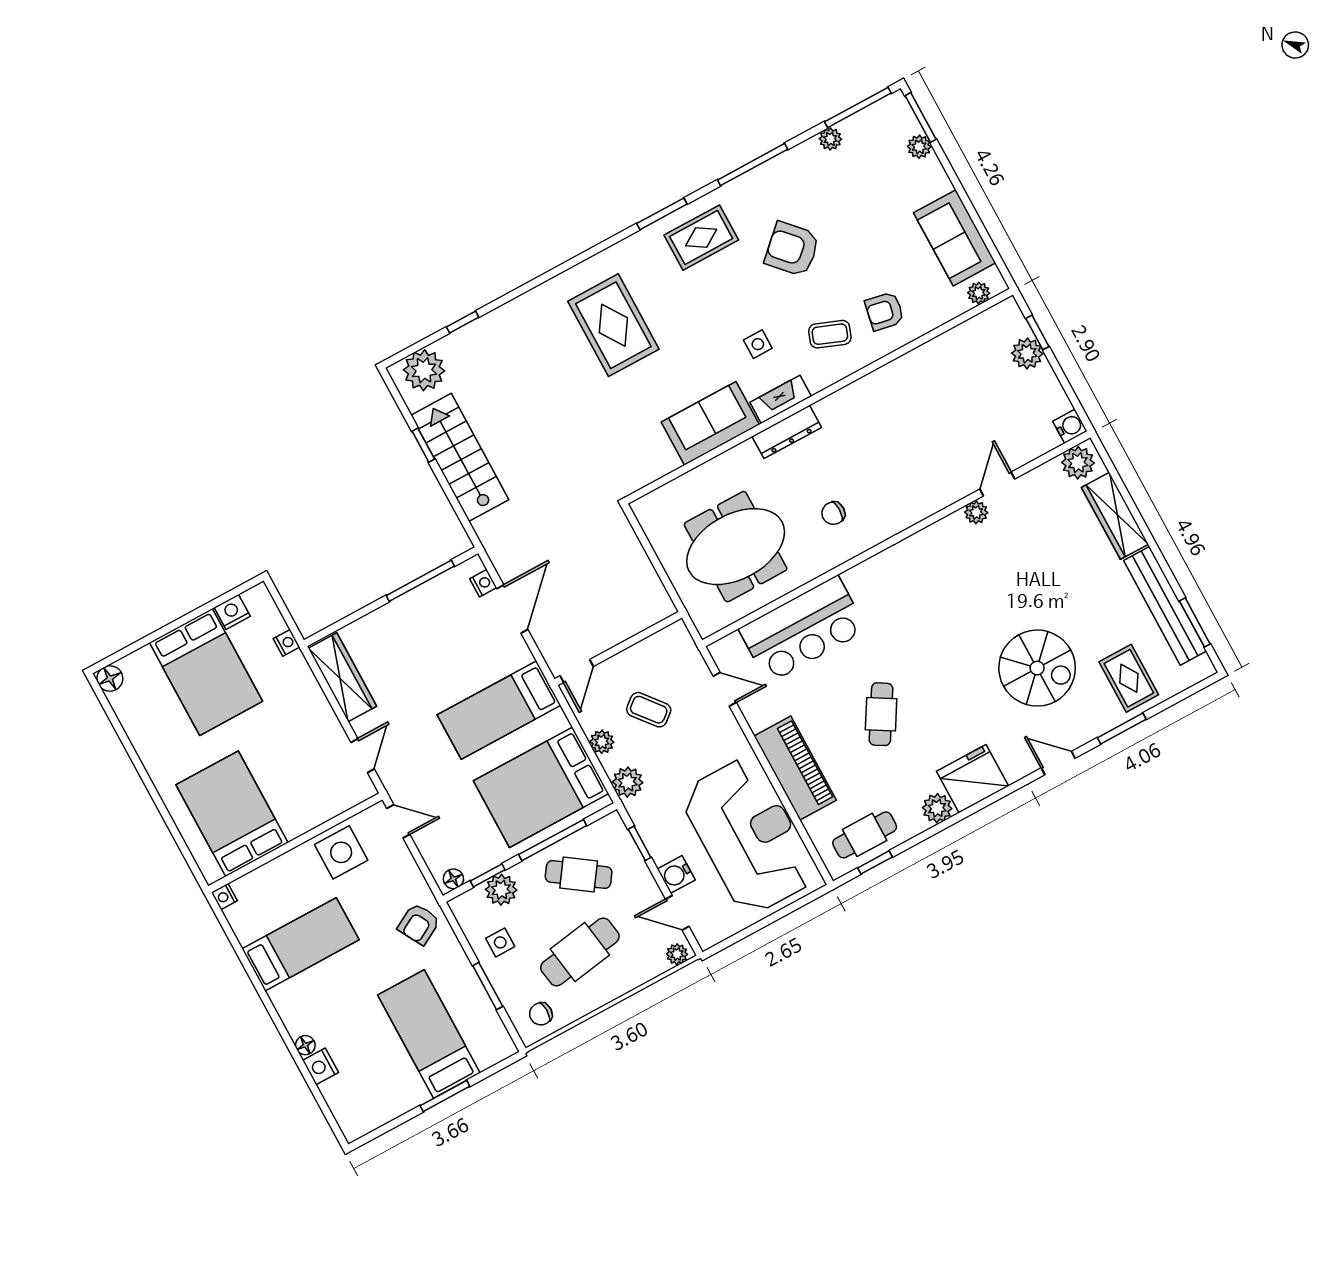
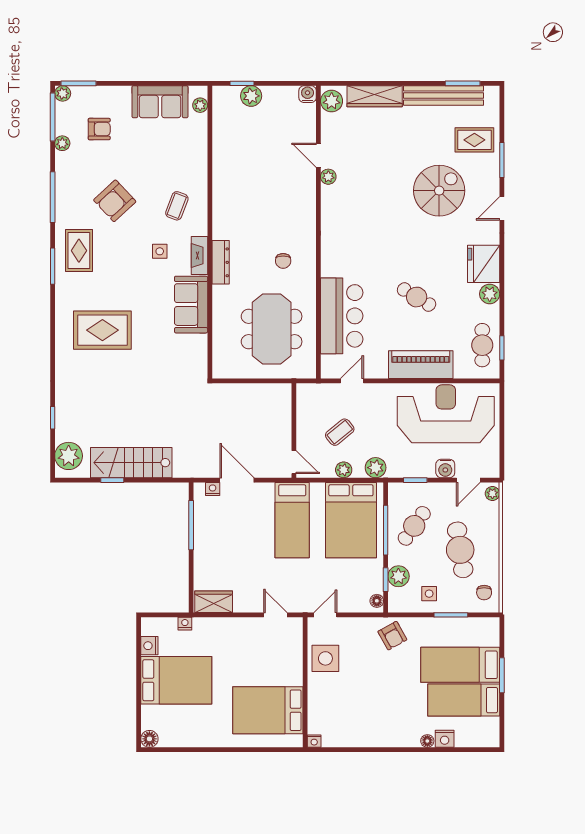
plant: (919, 147) -> (63, 93), moved
armchair: (885, 311) -> (99, 129), moved, turned -101
wardrobe: (342, 677) -> (214, 602), width x0.67
bed: (301, 944) -> (464, 700), moved, turned -90

